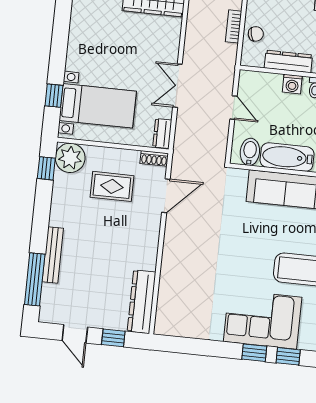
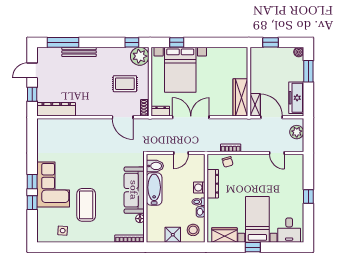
double door: (177, 86) -> (191, 117), width x1.37
bed with nightstands: (98, 106) -> (180, 70), width x1.36
rug: (112, 186) -> (125, 84), turned 90

